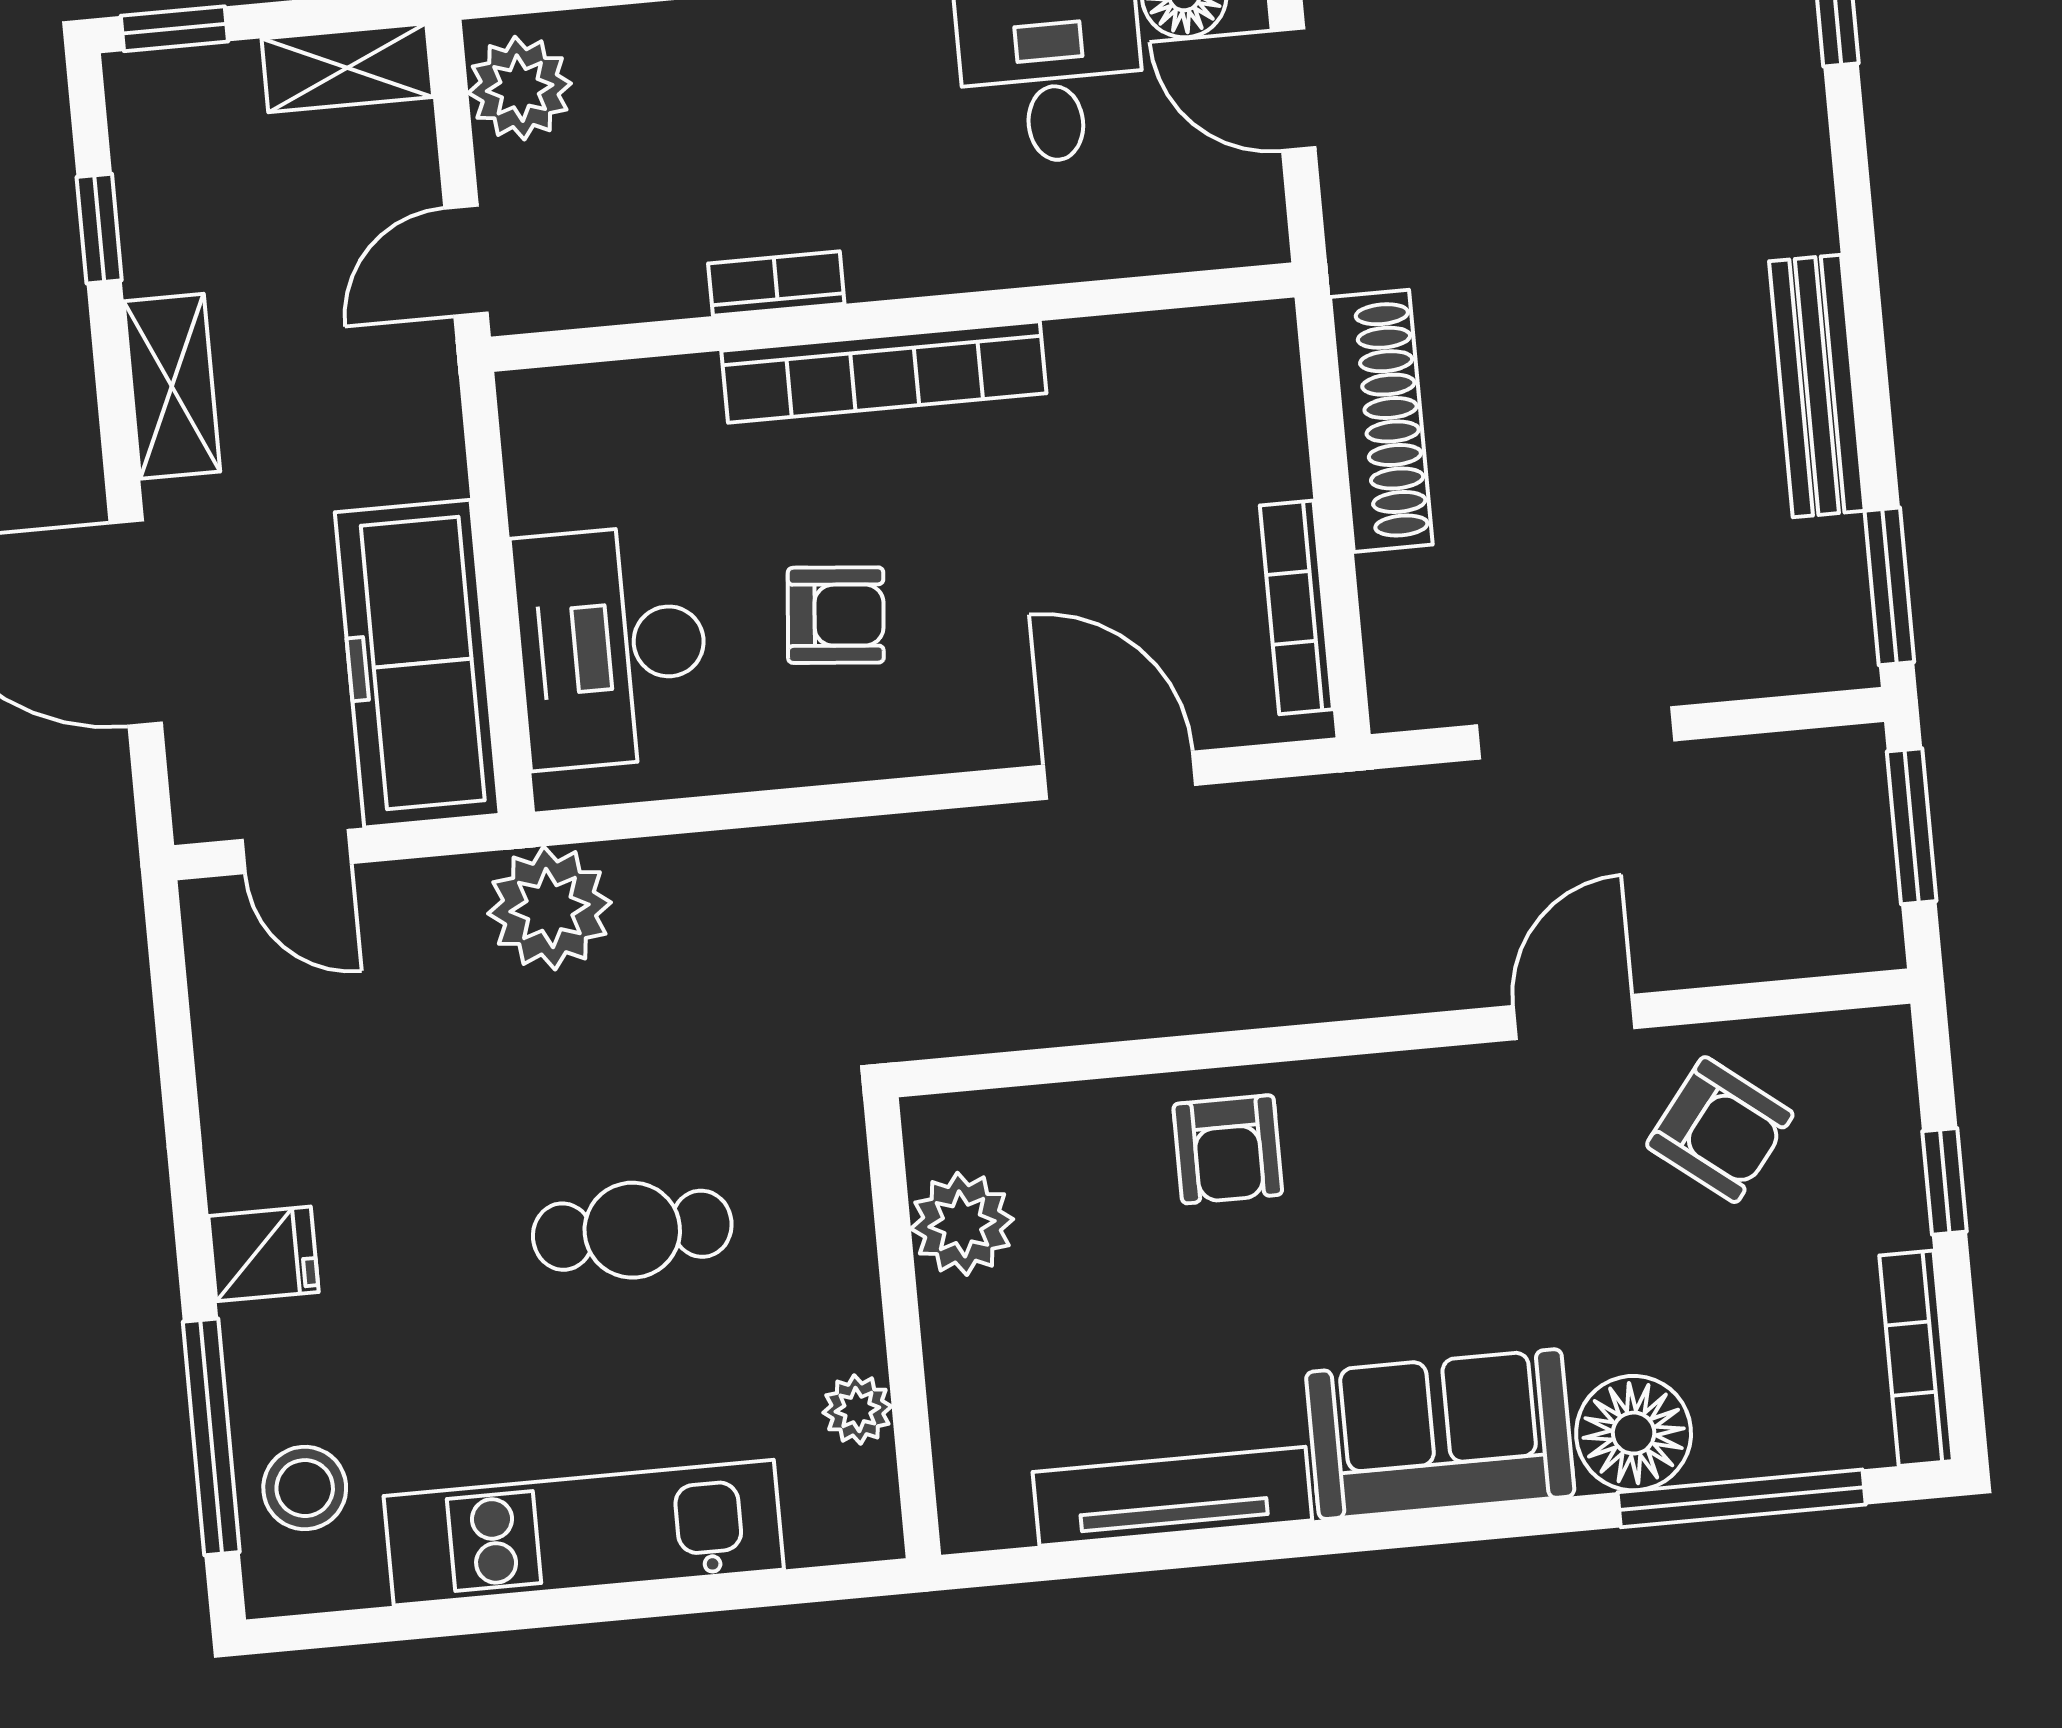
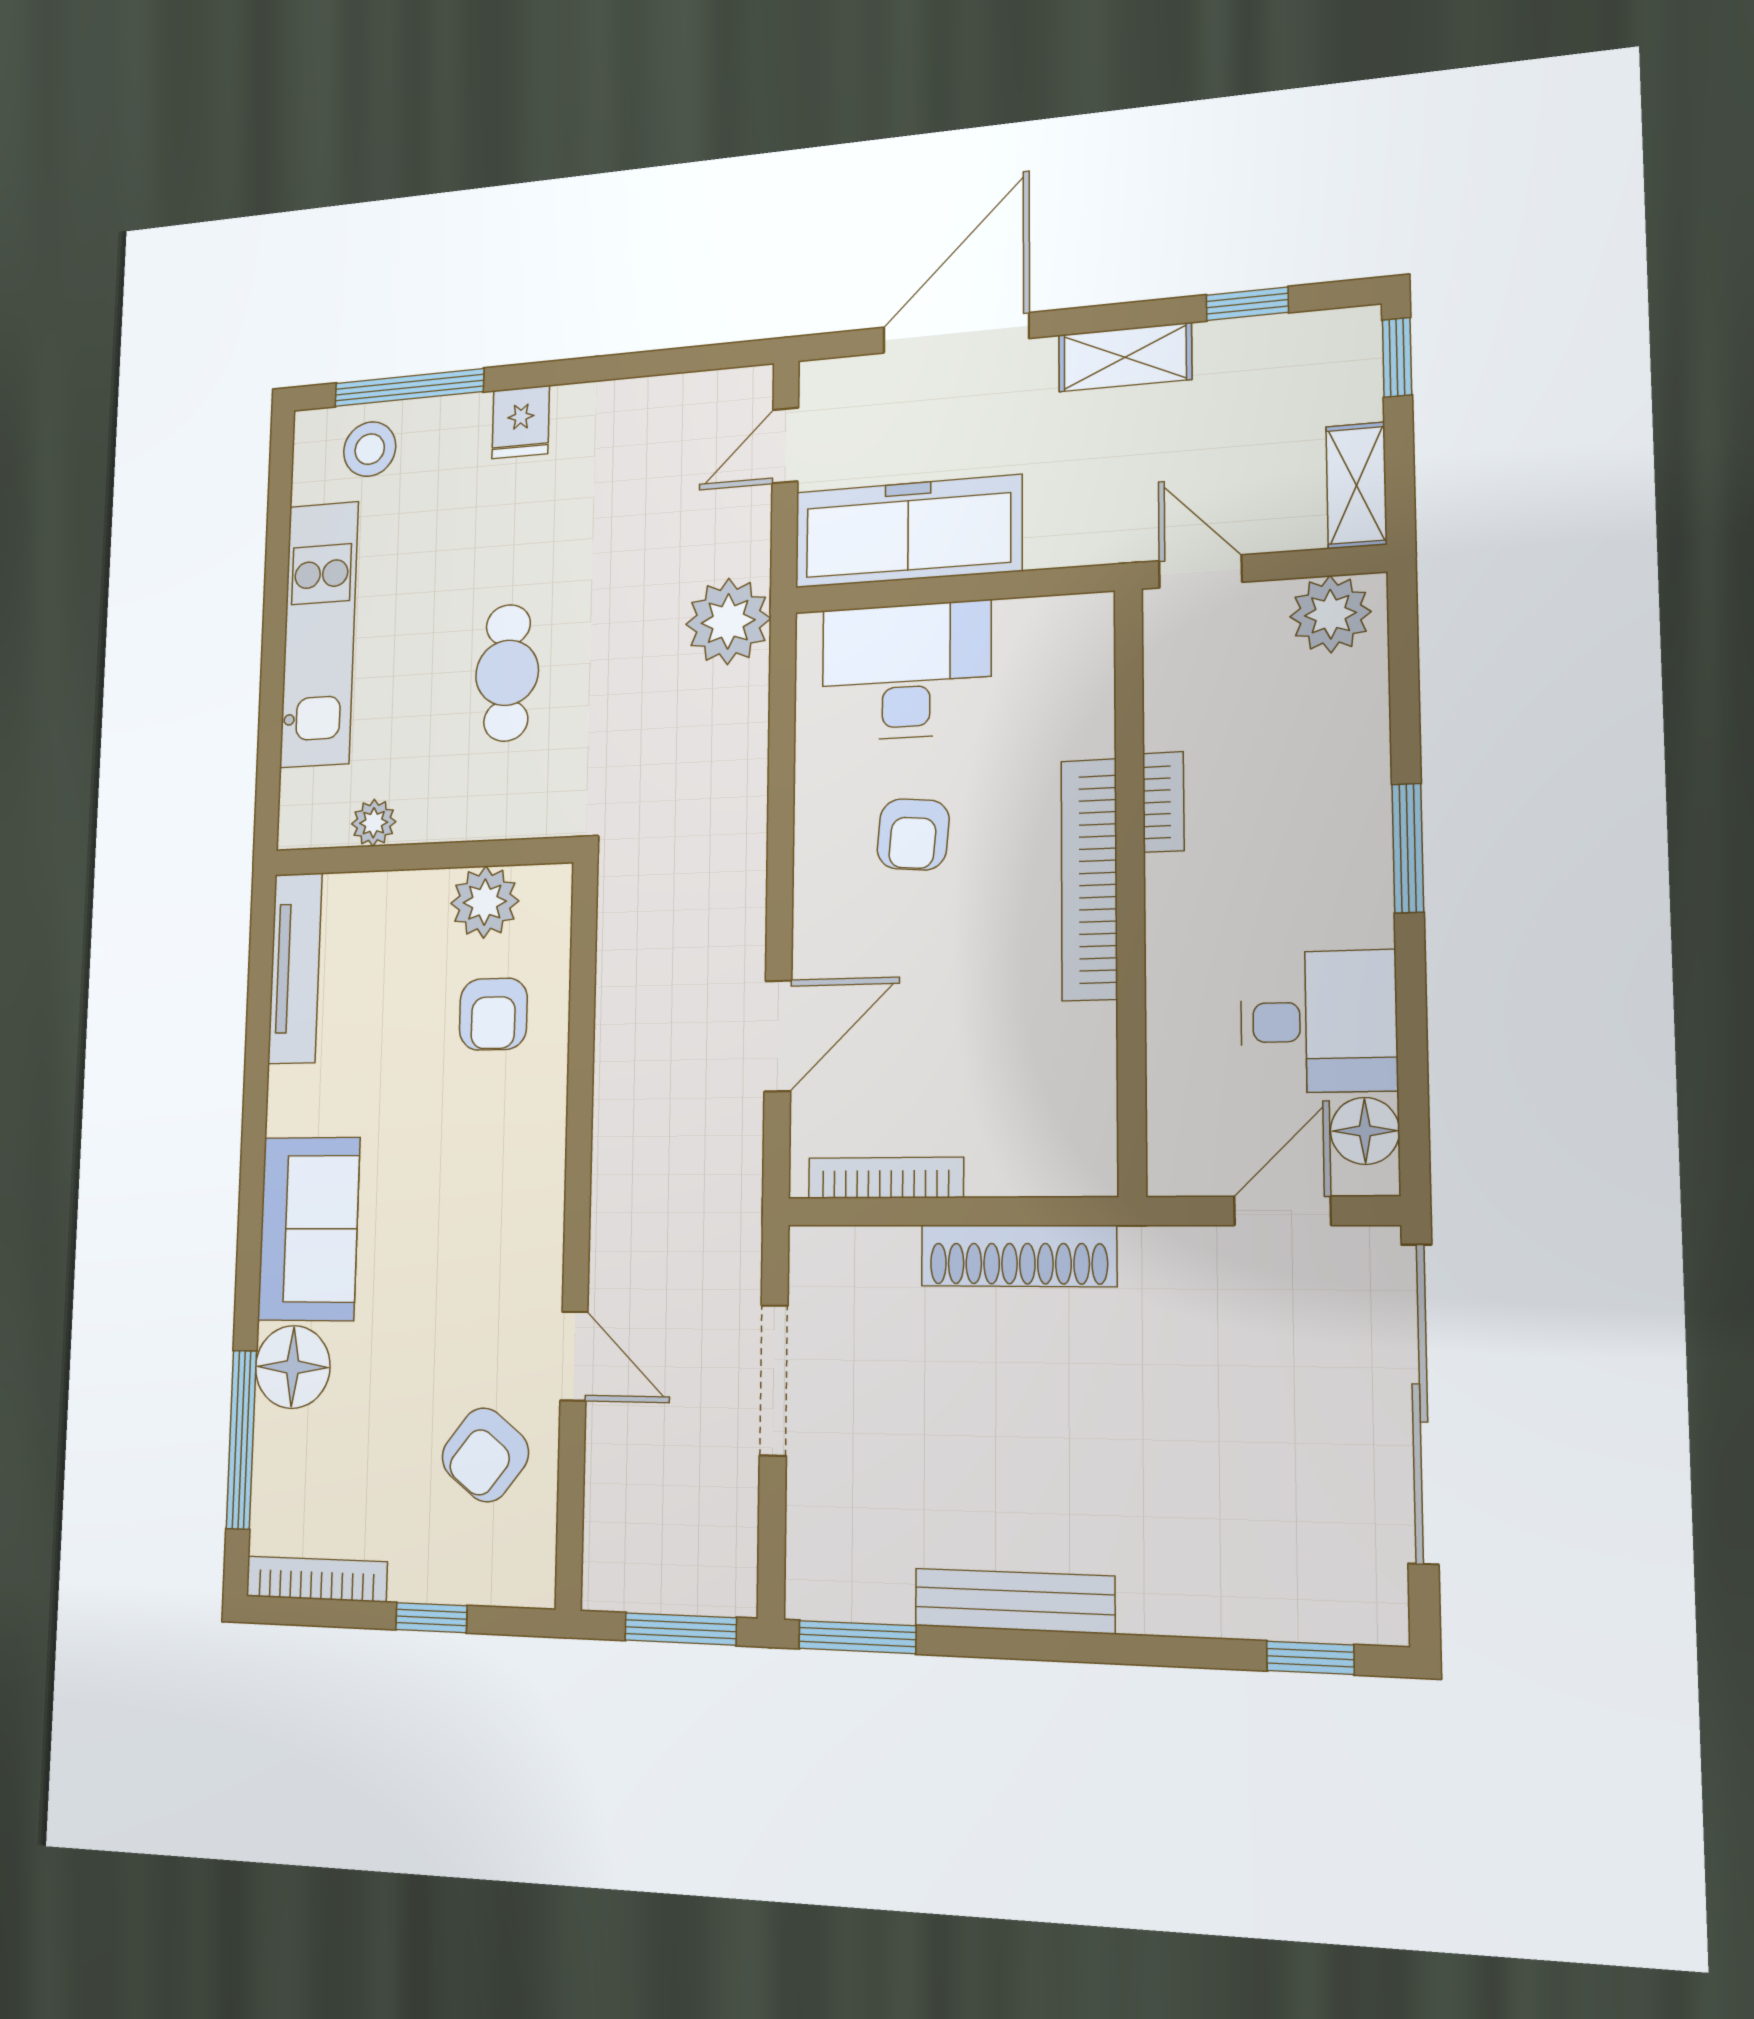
armchair: (1228, 1149) -> (493, 1014), moved, turned -90
tv unit: (1172, 1496) -> (295, 968), moved

